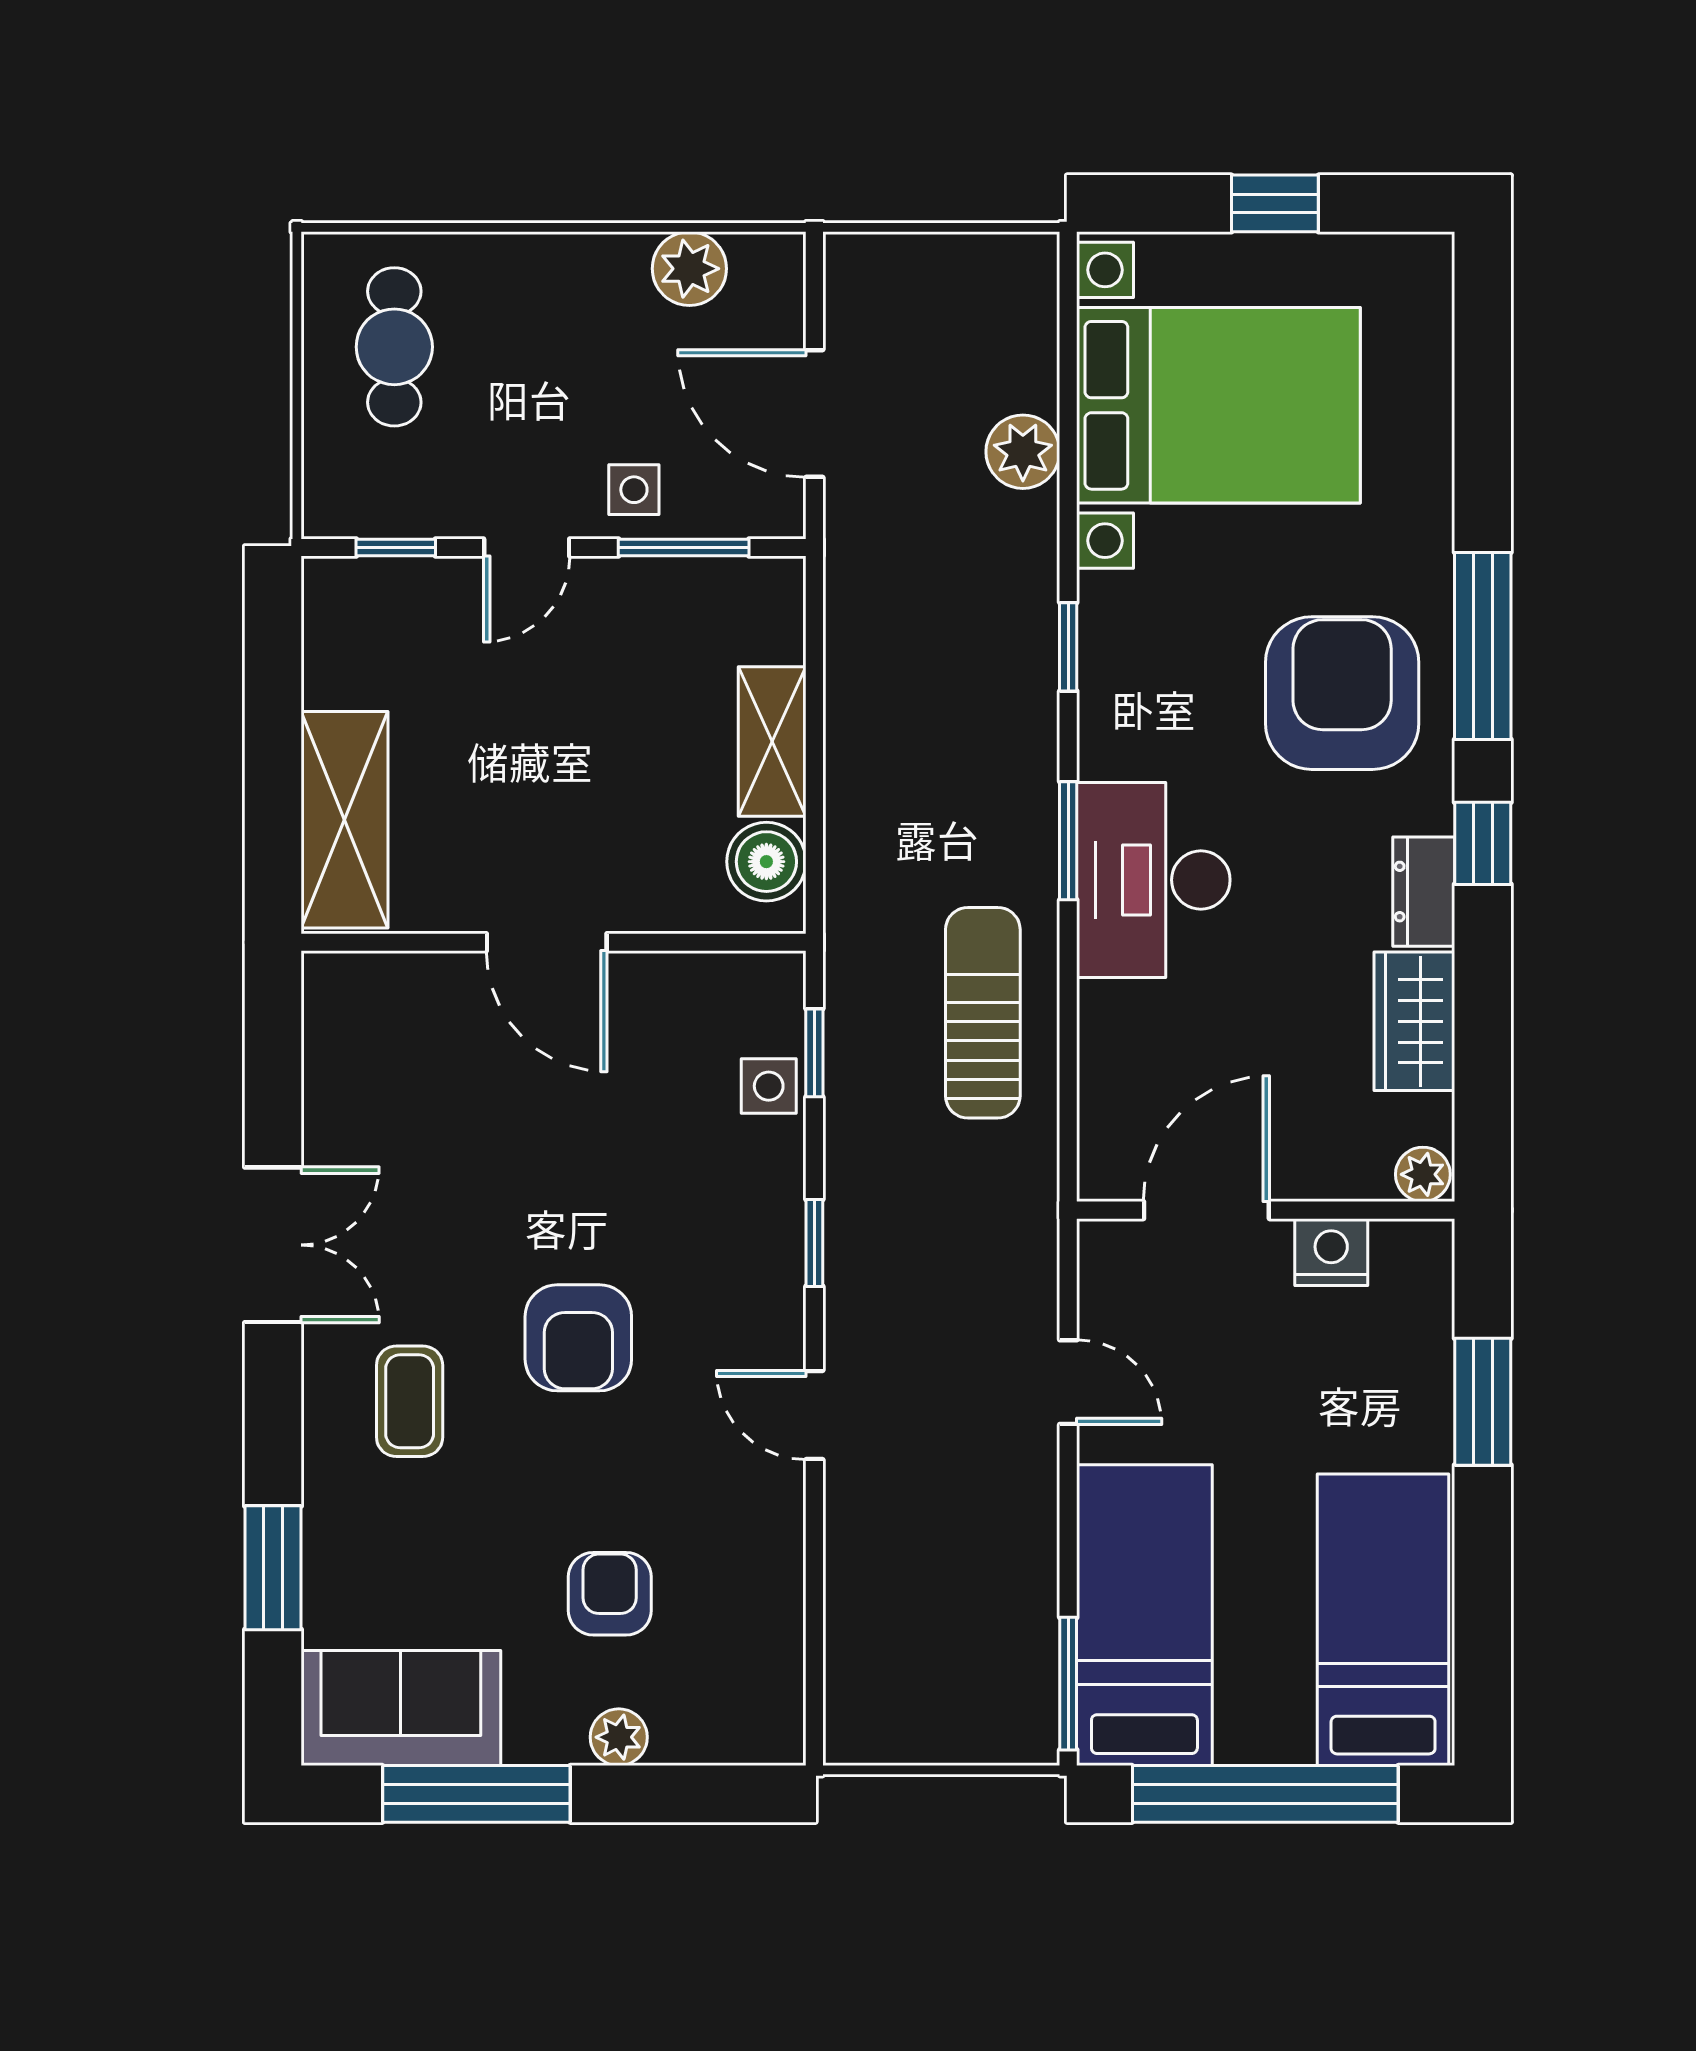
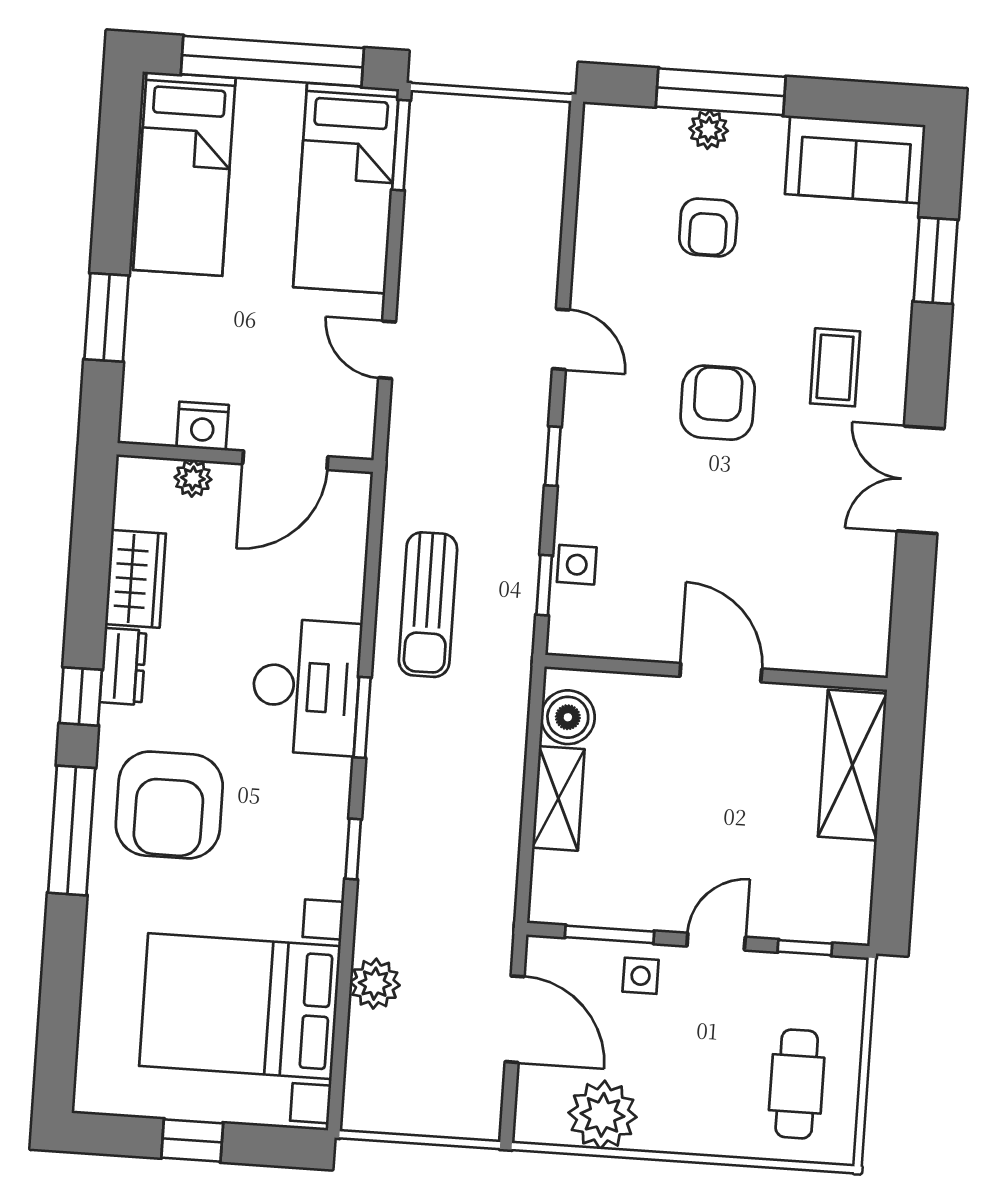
plant: (689, 269) -> (602, 1115), width x1.36, depth x1.36
plant: (1423, 1174) -> (193, 478), moved
window: (476, 1794) -> (721, 92), moved

